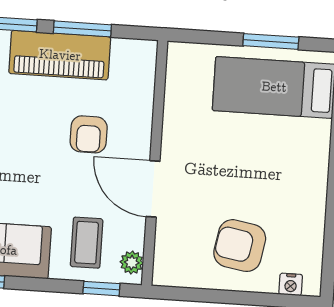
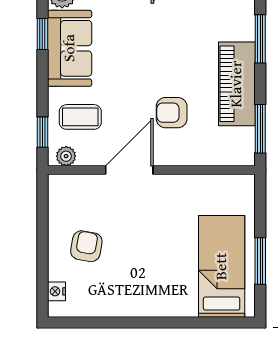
window: (82, 29) -> (260, 129), moved
armchair: (240, 246) -> (86, 246), width x0.72, depth x0.72

